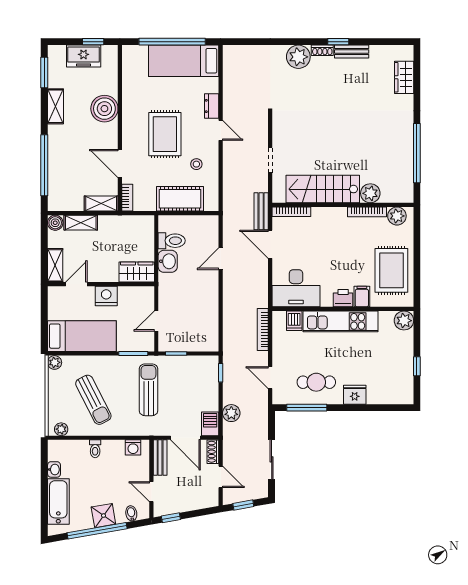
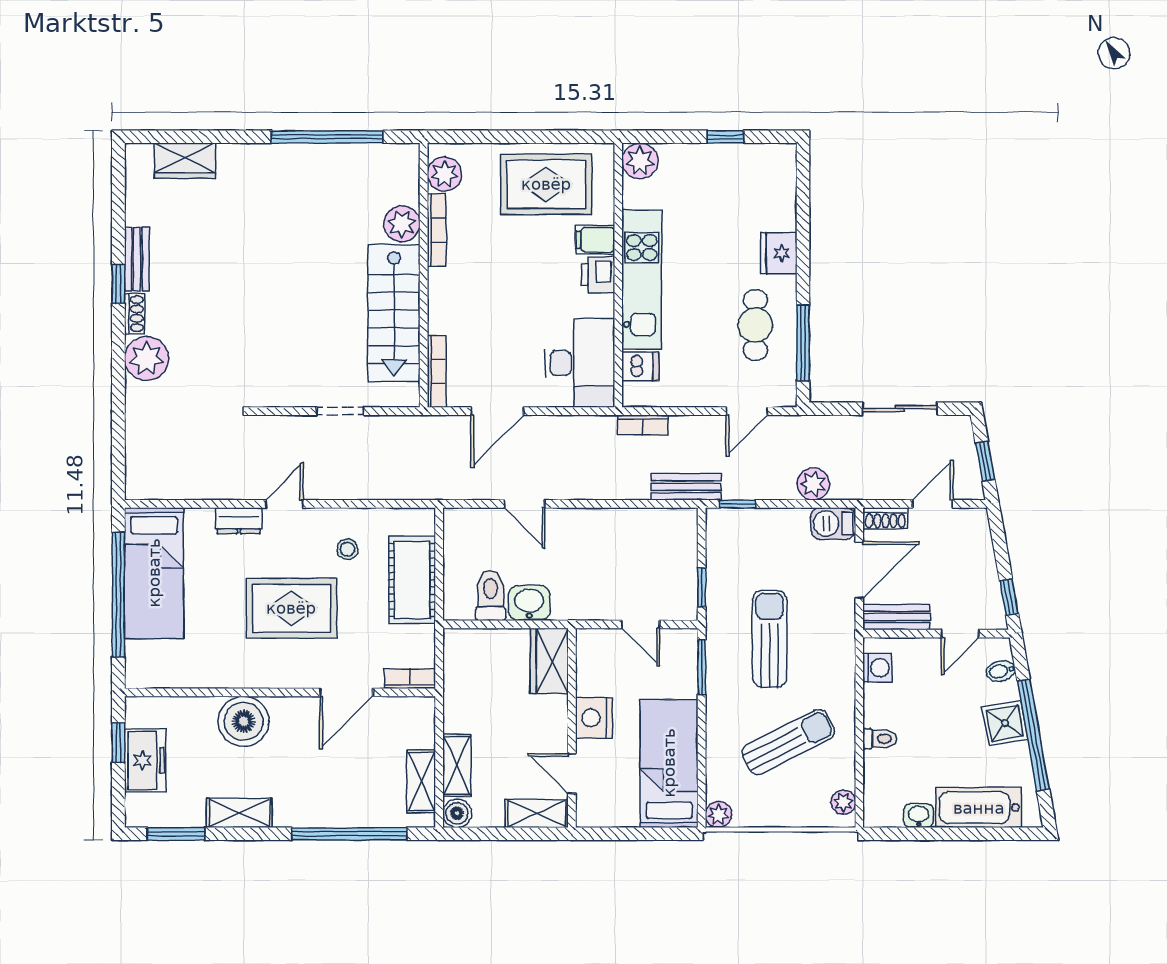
shelving: (101, 204) -> (421, 781), moved
bench: (261, 211) -> (686, 487), moved
bookcase: (263, 330) -> (643, 425), width x0.64
sun lounger: (148, 390) -> (770, 639), turned 90

